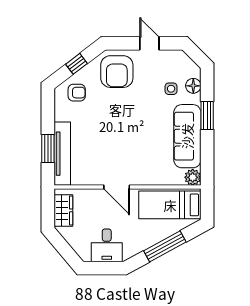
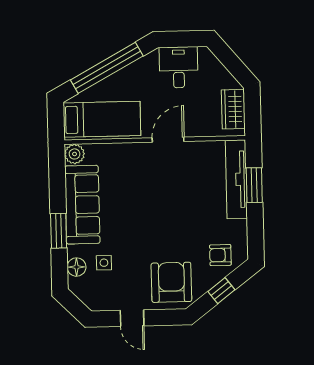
door: (117, 187) -> (168, 140), hinge flipped
window: (165, 246) -> (107, 68), width x1.46

